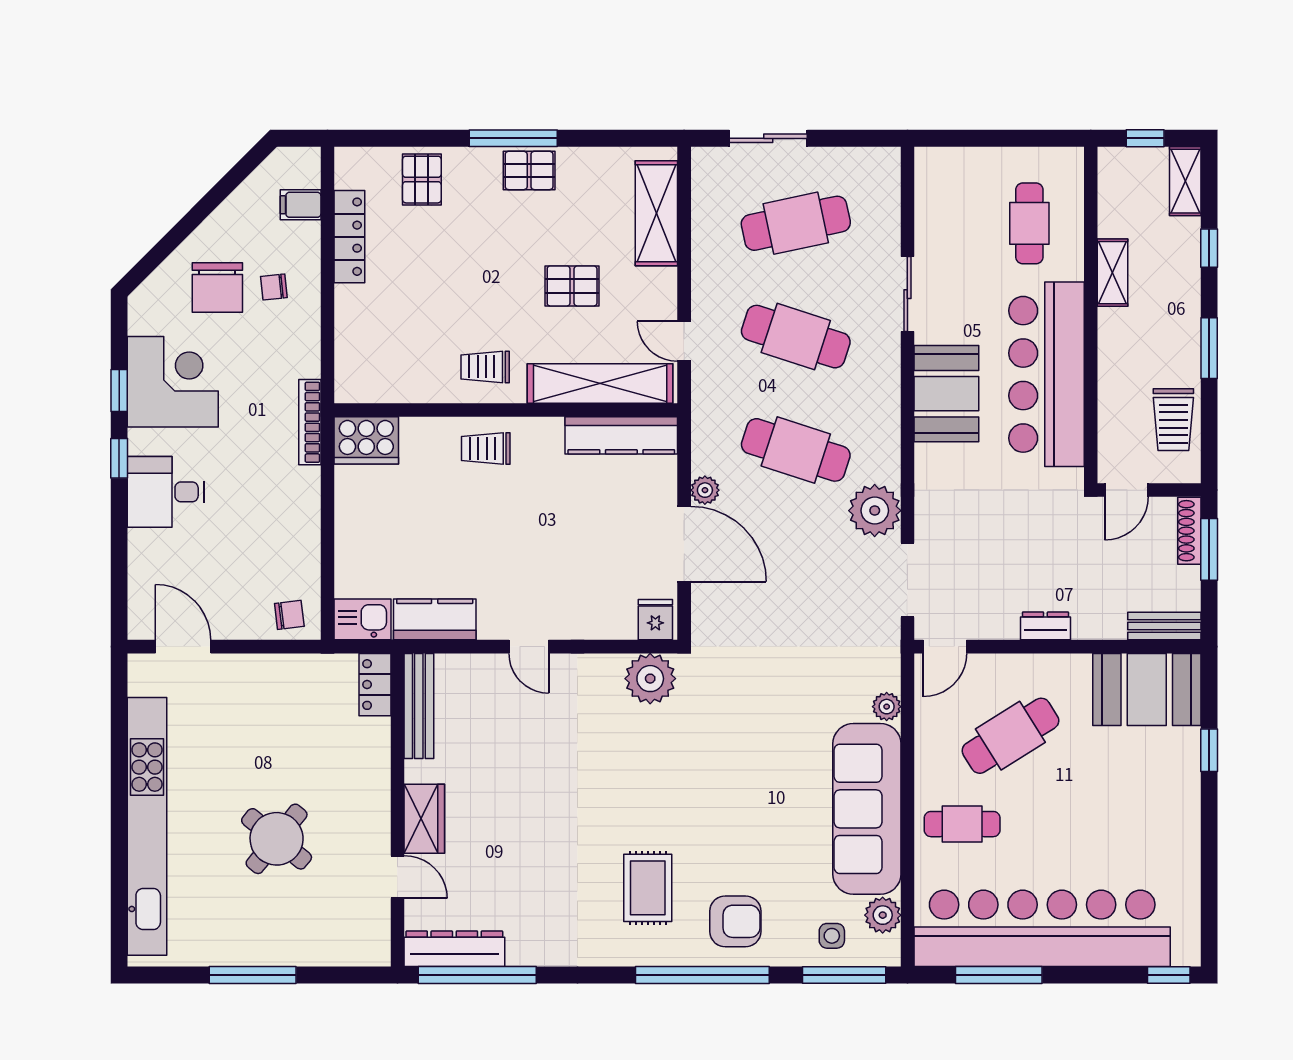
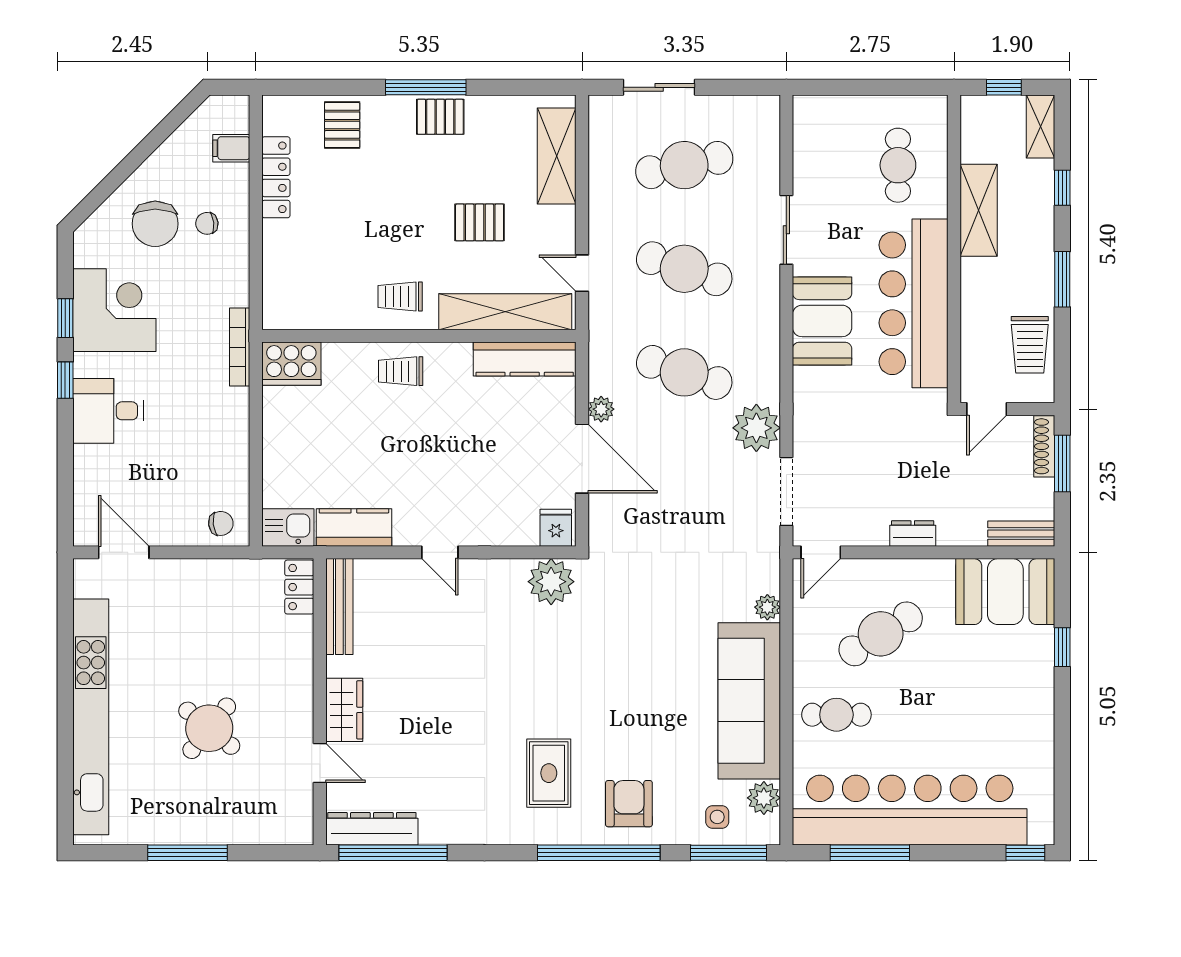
shelving: (1113, 273) -> (979, 210), width x1.50, depth x1.33
armchair: (735, 921) -> (629, 804), turned -90

